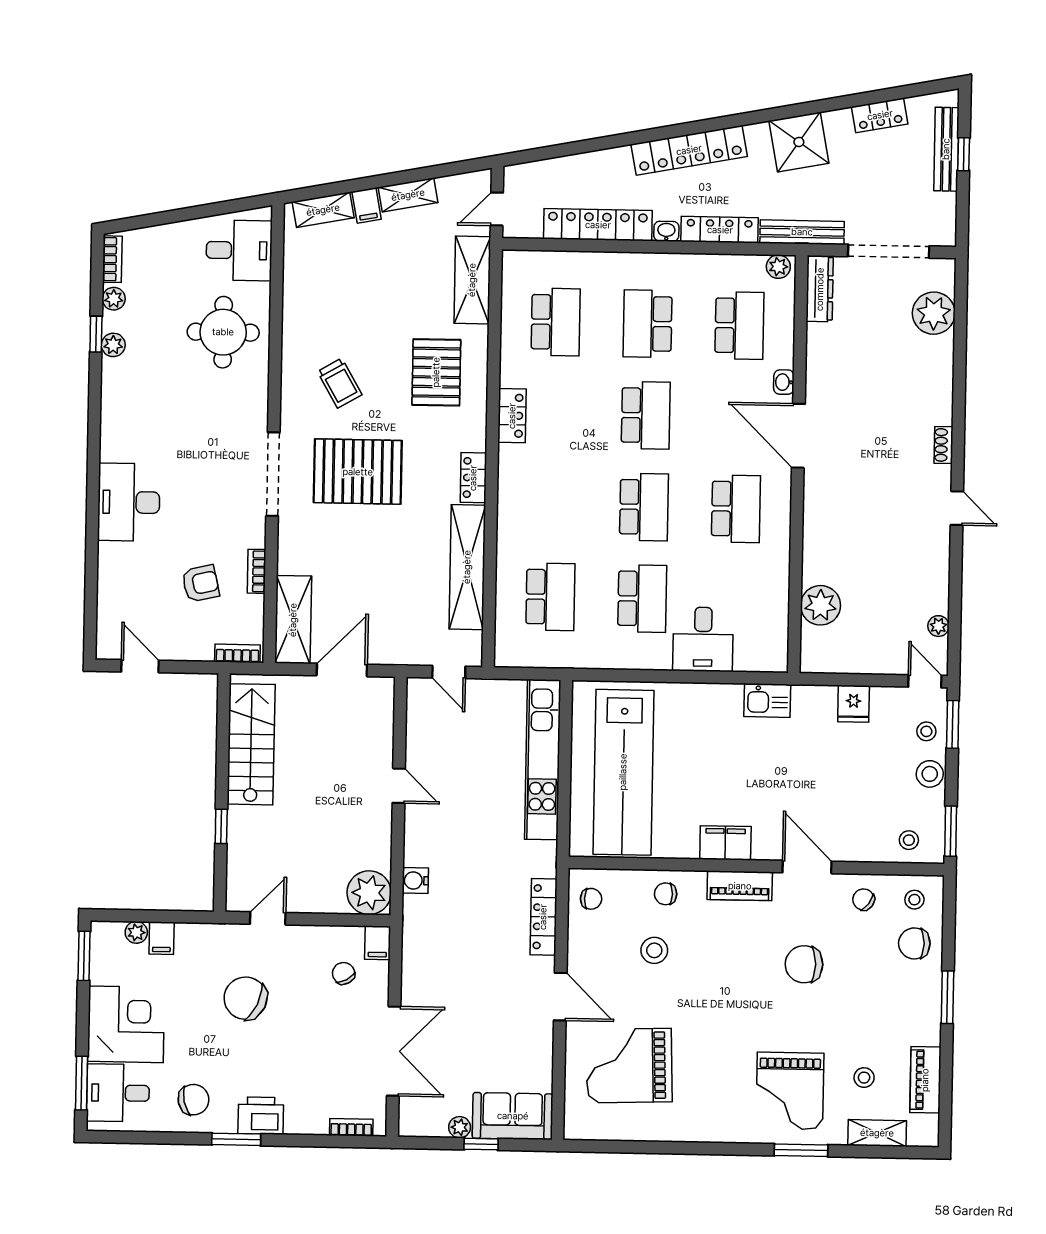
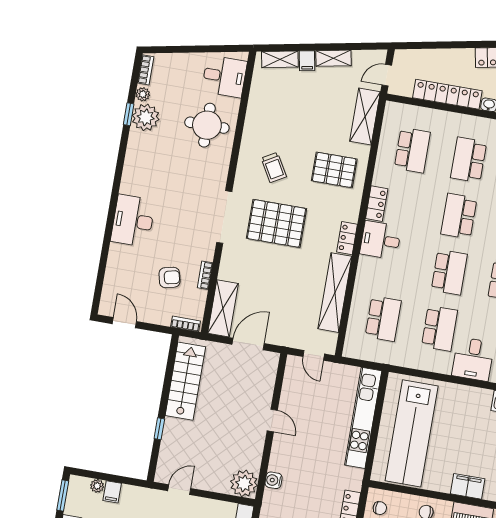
plant: (113, 345) -> (146, 117), width x1.88, depth x1.88
pallet: (436, 372) -> (334, 170), turned 90
school desk: (646, 415) -> (459, 216), turned 180
desk: (527, 473) -> (381, 240), added

